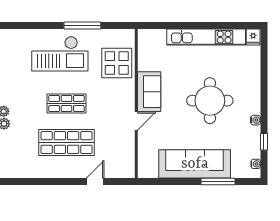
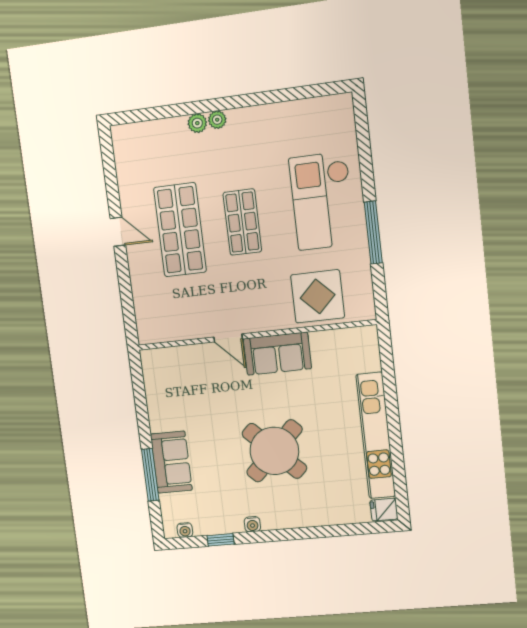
round table: (210, 101) -> (274, 451), turned 45
sofa: (195, 164) -> (171, 462), width x0.54, depth x0.79
door: (95, 182) -> (118, 232), moved

